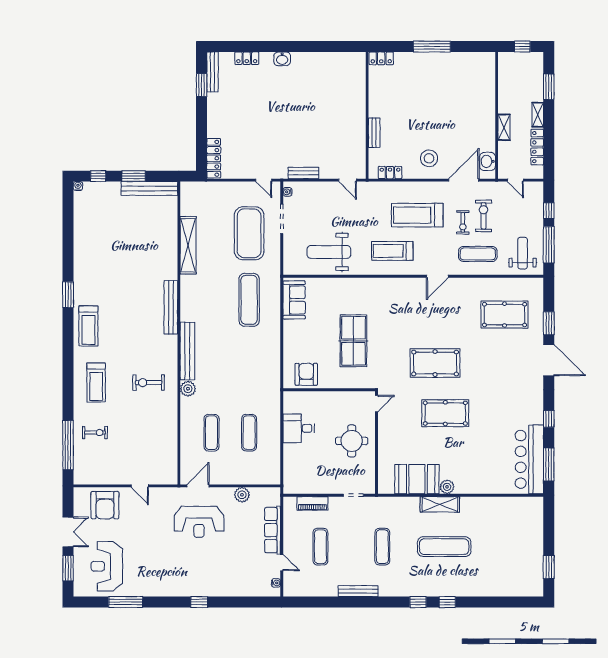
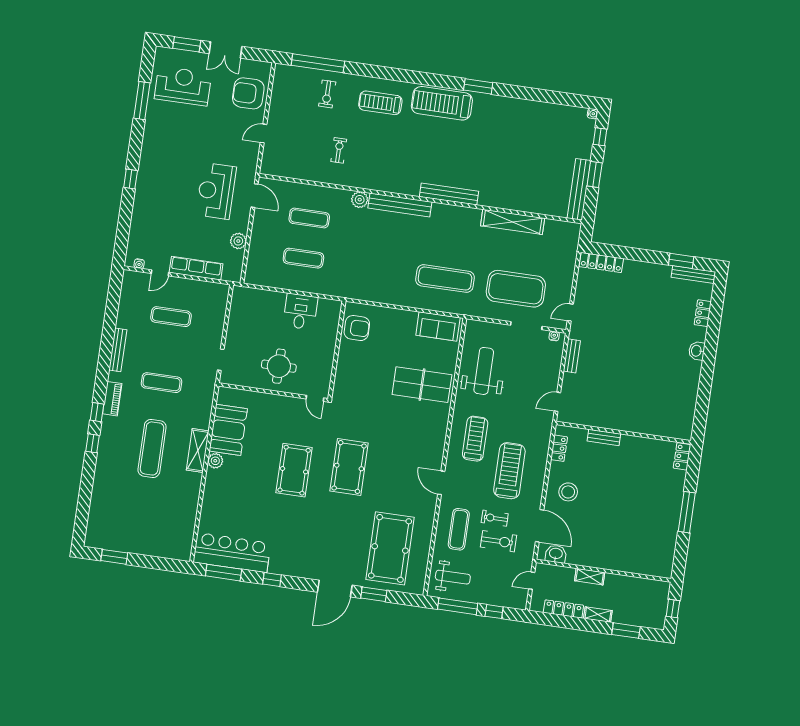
pool table: (504, 315) -> (390, 548), width x1.36, depth x1.32
treadmill: (88, 326) -> (442, 103), width x1.37, depth x1.37
table tennis table: (353, 341) -> (422, 385), moved
exercise bike: (149, 383) -> (339, 150), moved, width x0.73, depth x0.72
piano: (312, 503) -> (112, 399), moved, turned 180

